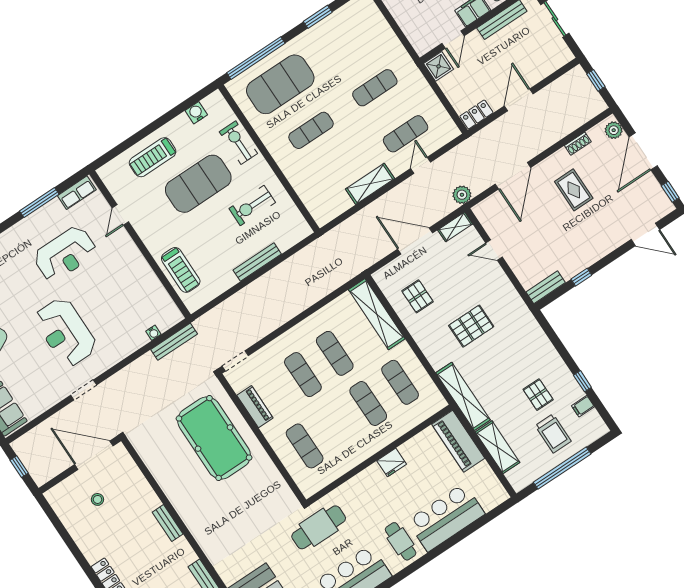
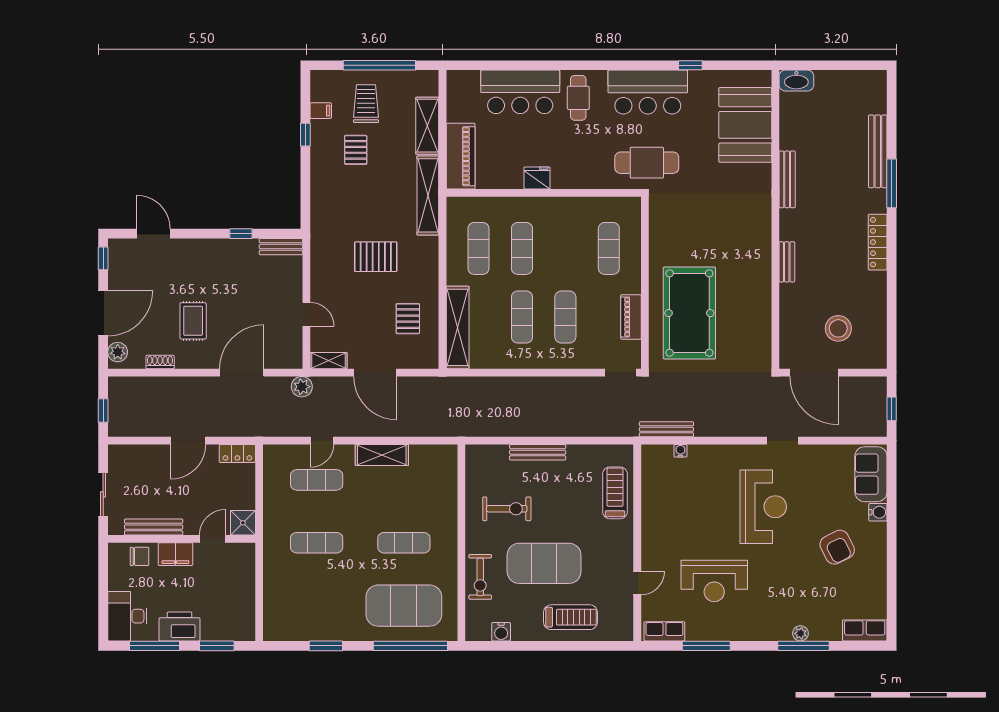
reception desk: (65, 254) -> (714, 581), turned 180
stool: (98, 499) -> (838, 328), width x1.89, depth x1.89

